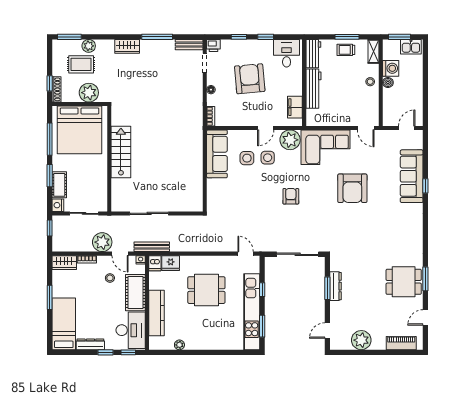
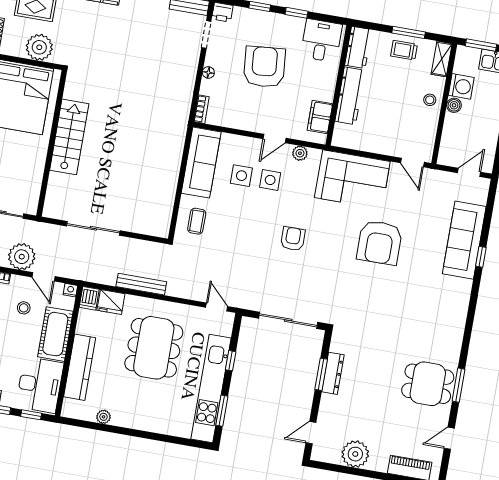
plant: (290, 140) -> (300, 153), width x0.53, depth x0.53
coffee table: (221, 196) -> (197, 221), added
bench: (152, 247) -> (141, 284), moved
dining table: (206, 290) -> (154, 348), width x1.38

